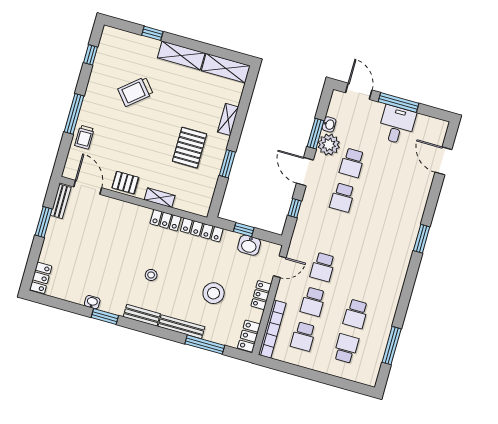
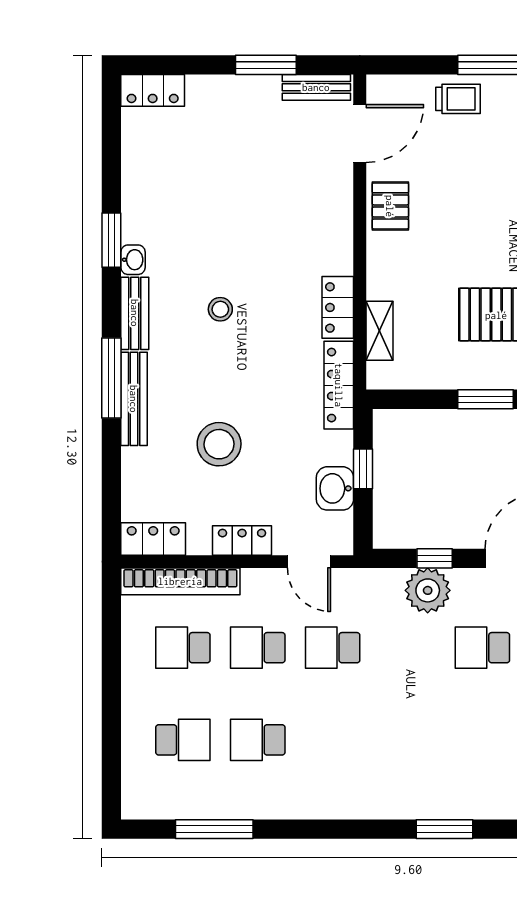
trolley: (84, 137) -> (458, 99), turned 180
shelving: (160, 198) -> (379, 331), moved
plant: (309, 215) -> (428, 590), added
washbasin: (92, 302) -> (133, 260), moved
window: (205, 345) -> (111, 378), moved

